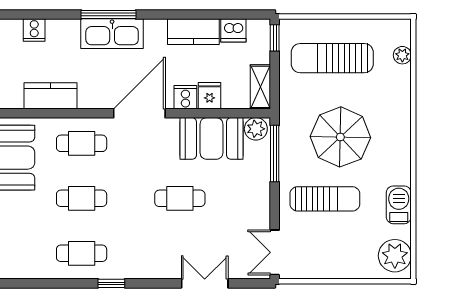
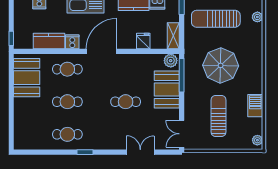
cooker: (185, 97) -> (72, 42), moved
booth: (211, 138) -> (167, 90), moved, turned 90
sun lounger: (325, 199) -> (218, 116), moved, turned -90
plant: (395, 256) -> (257, 140), width x0.53, depth x0.53

